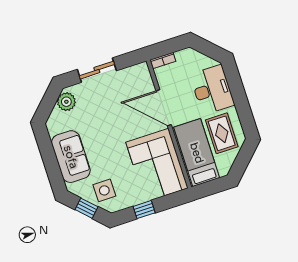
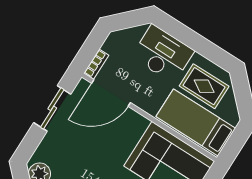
sliding door: (97, 70) -> (52, 108), moved
door: (164, 108) -> (111, 93), moved

